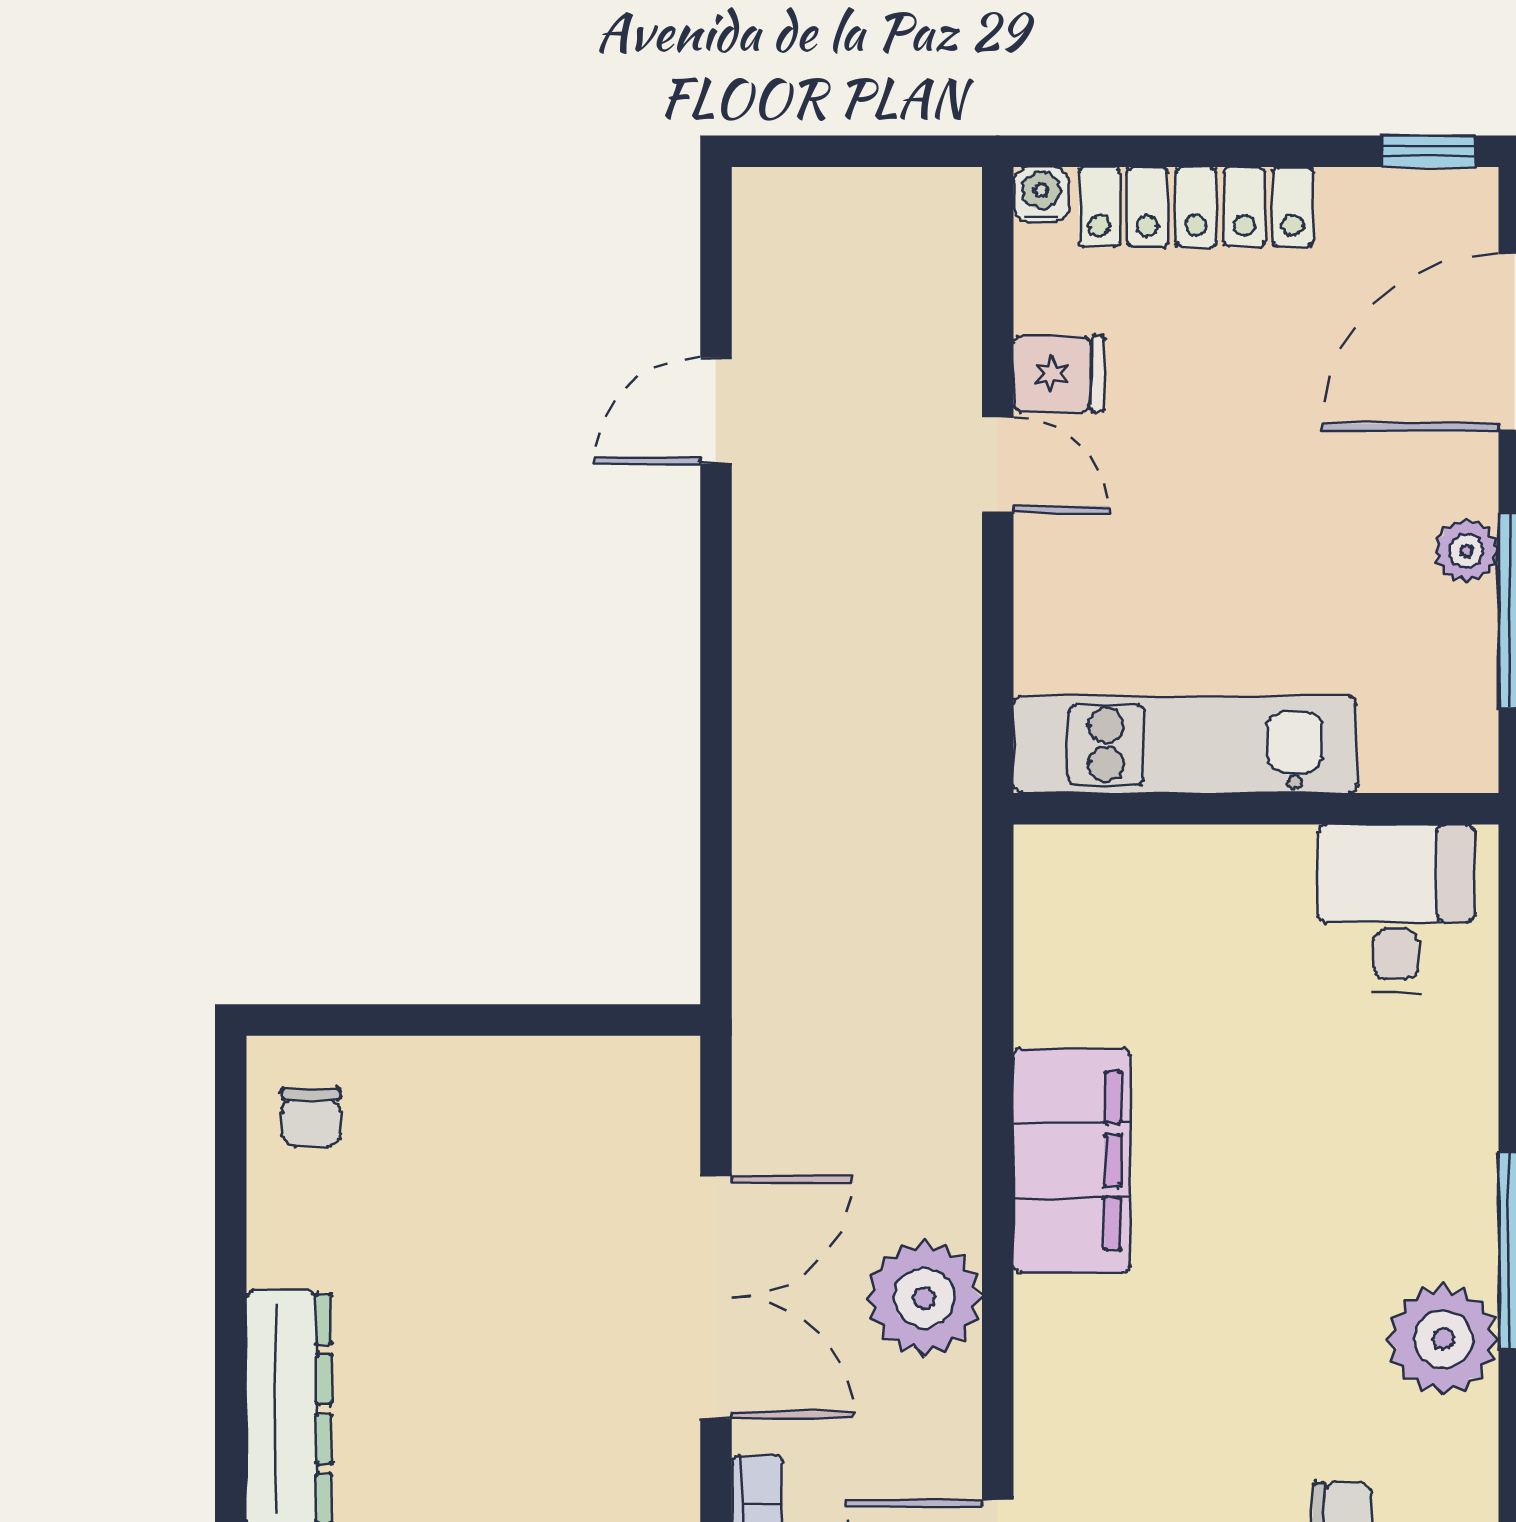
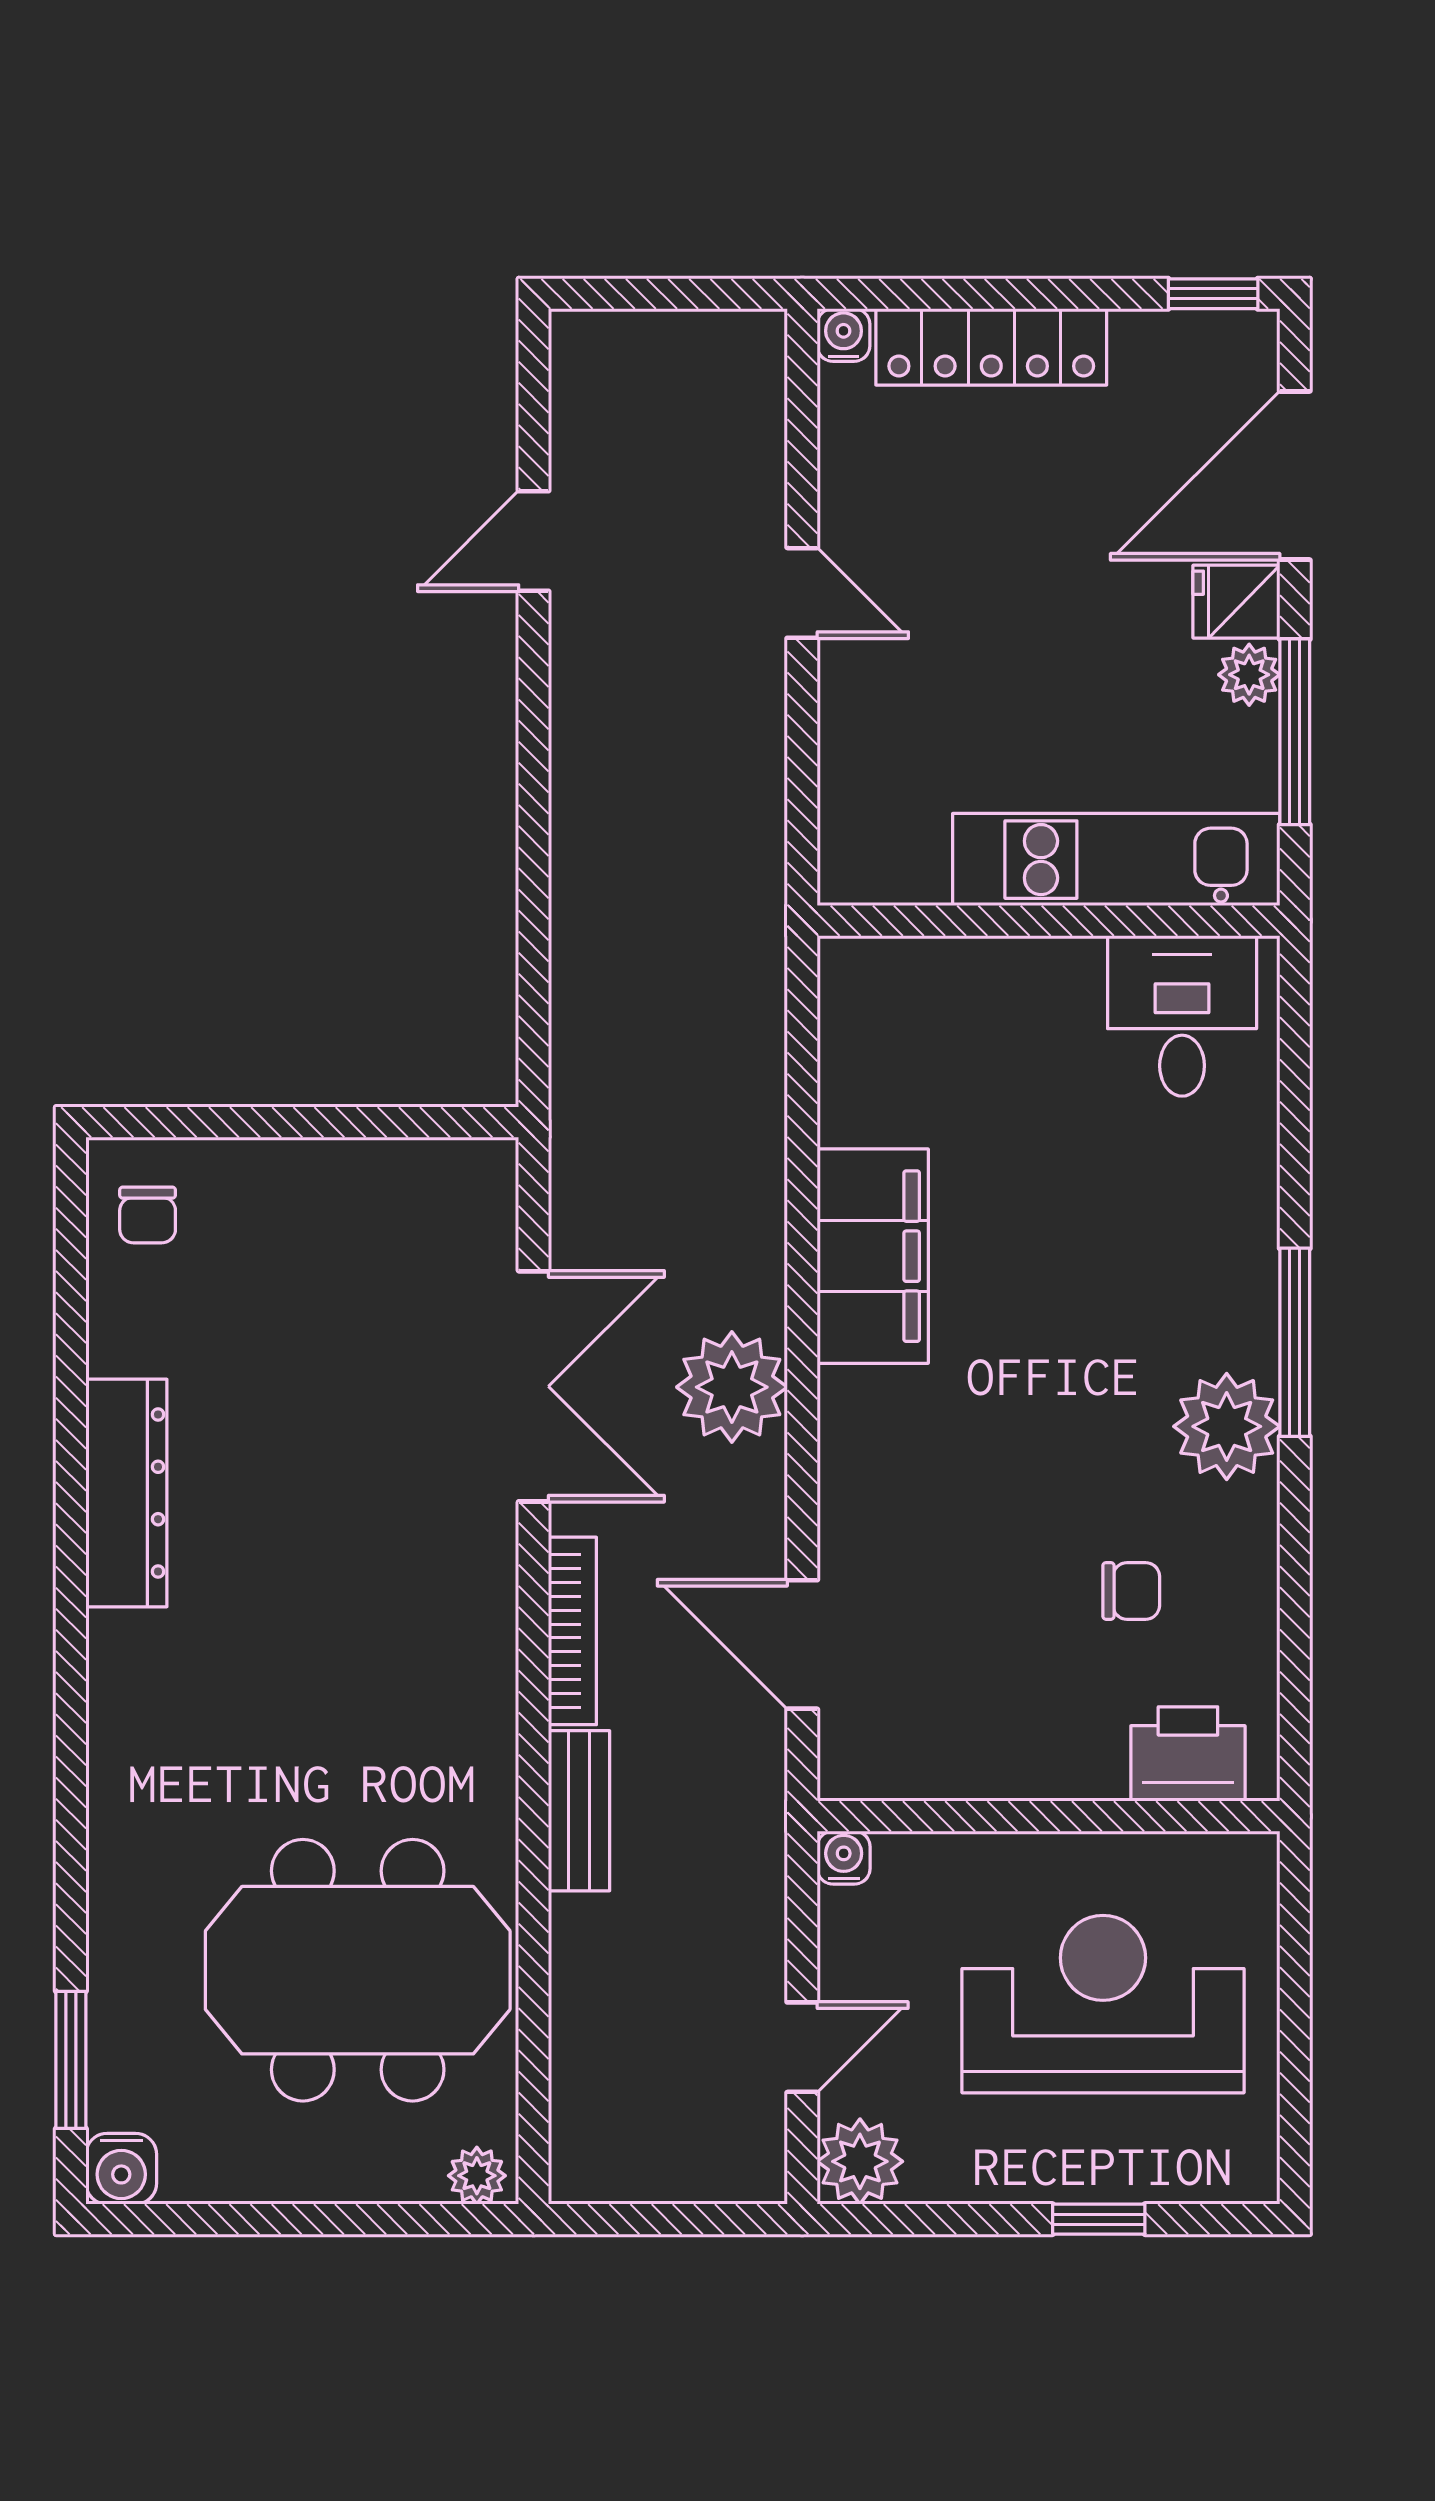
fridge: (1059, 374) -> (1236, 602), moved, turned 180
kitchen unit: (1185, 745) -> (1116, 860), moved

